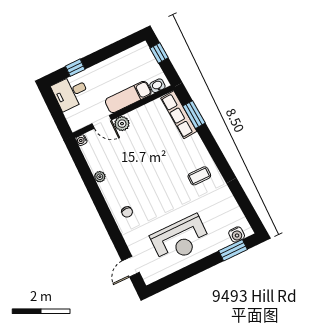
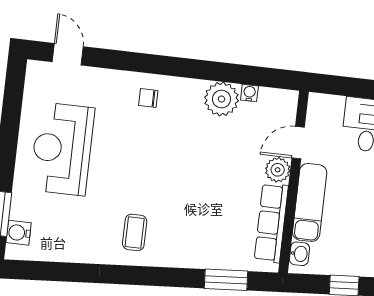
row of seats: (179, 115) -> (271, 223), moved, turned -86
water cooler: (81, 140) -> (249, 93), moved
plant: (100, 177) -> (221, 99), width x1.88, depth x1.88

